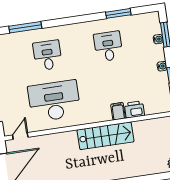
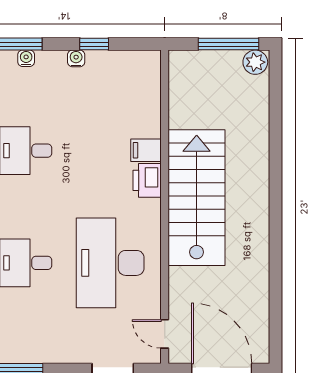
printer: (134, 109) -> (147, 180), moved
stairs: (106, 136) -> (197, 198), width x1.36, depth x1.51

